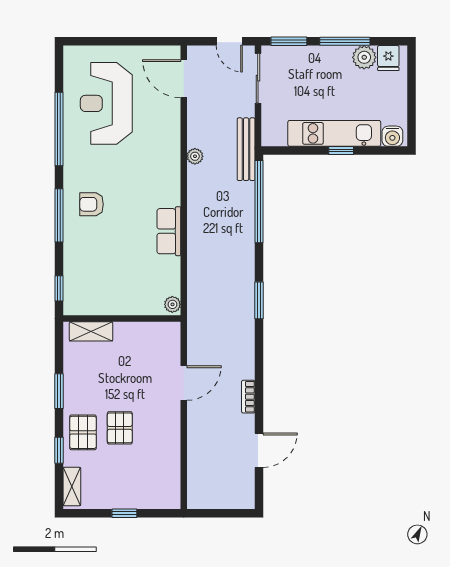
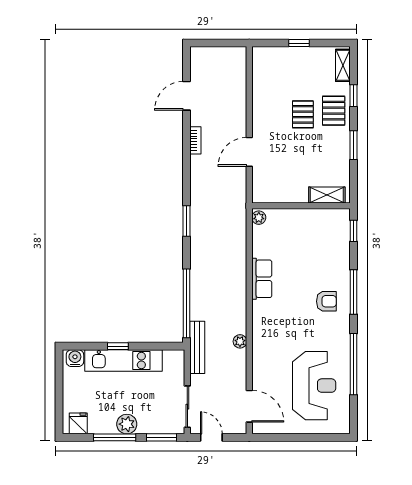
plant: (364, 57) -> (127, 424), moved

